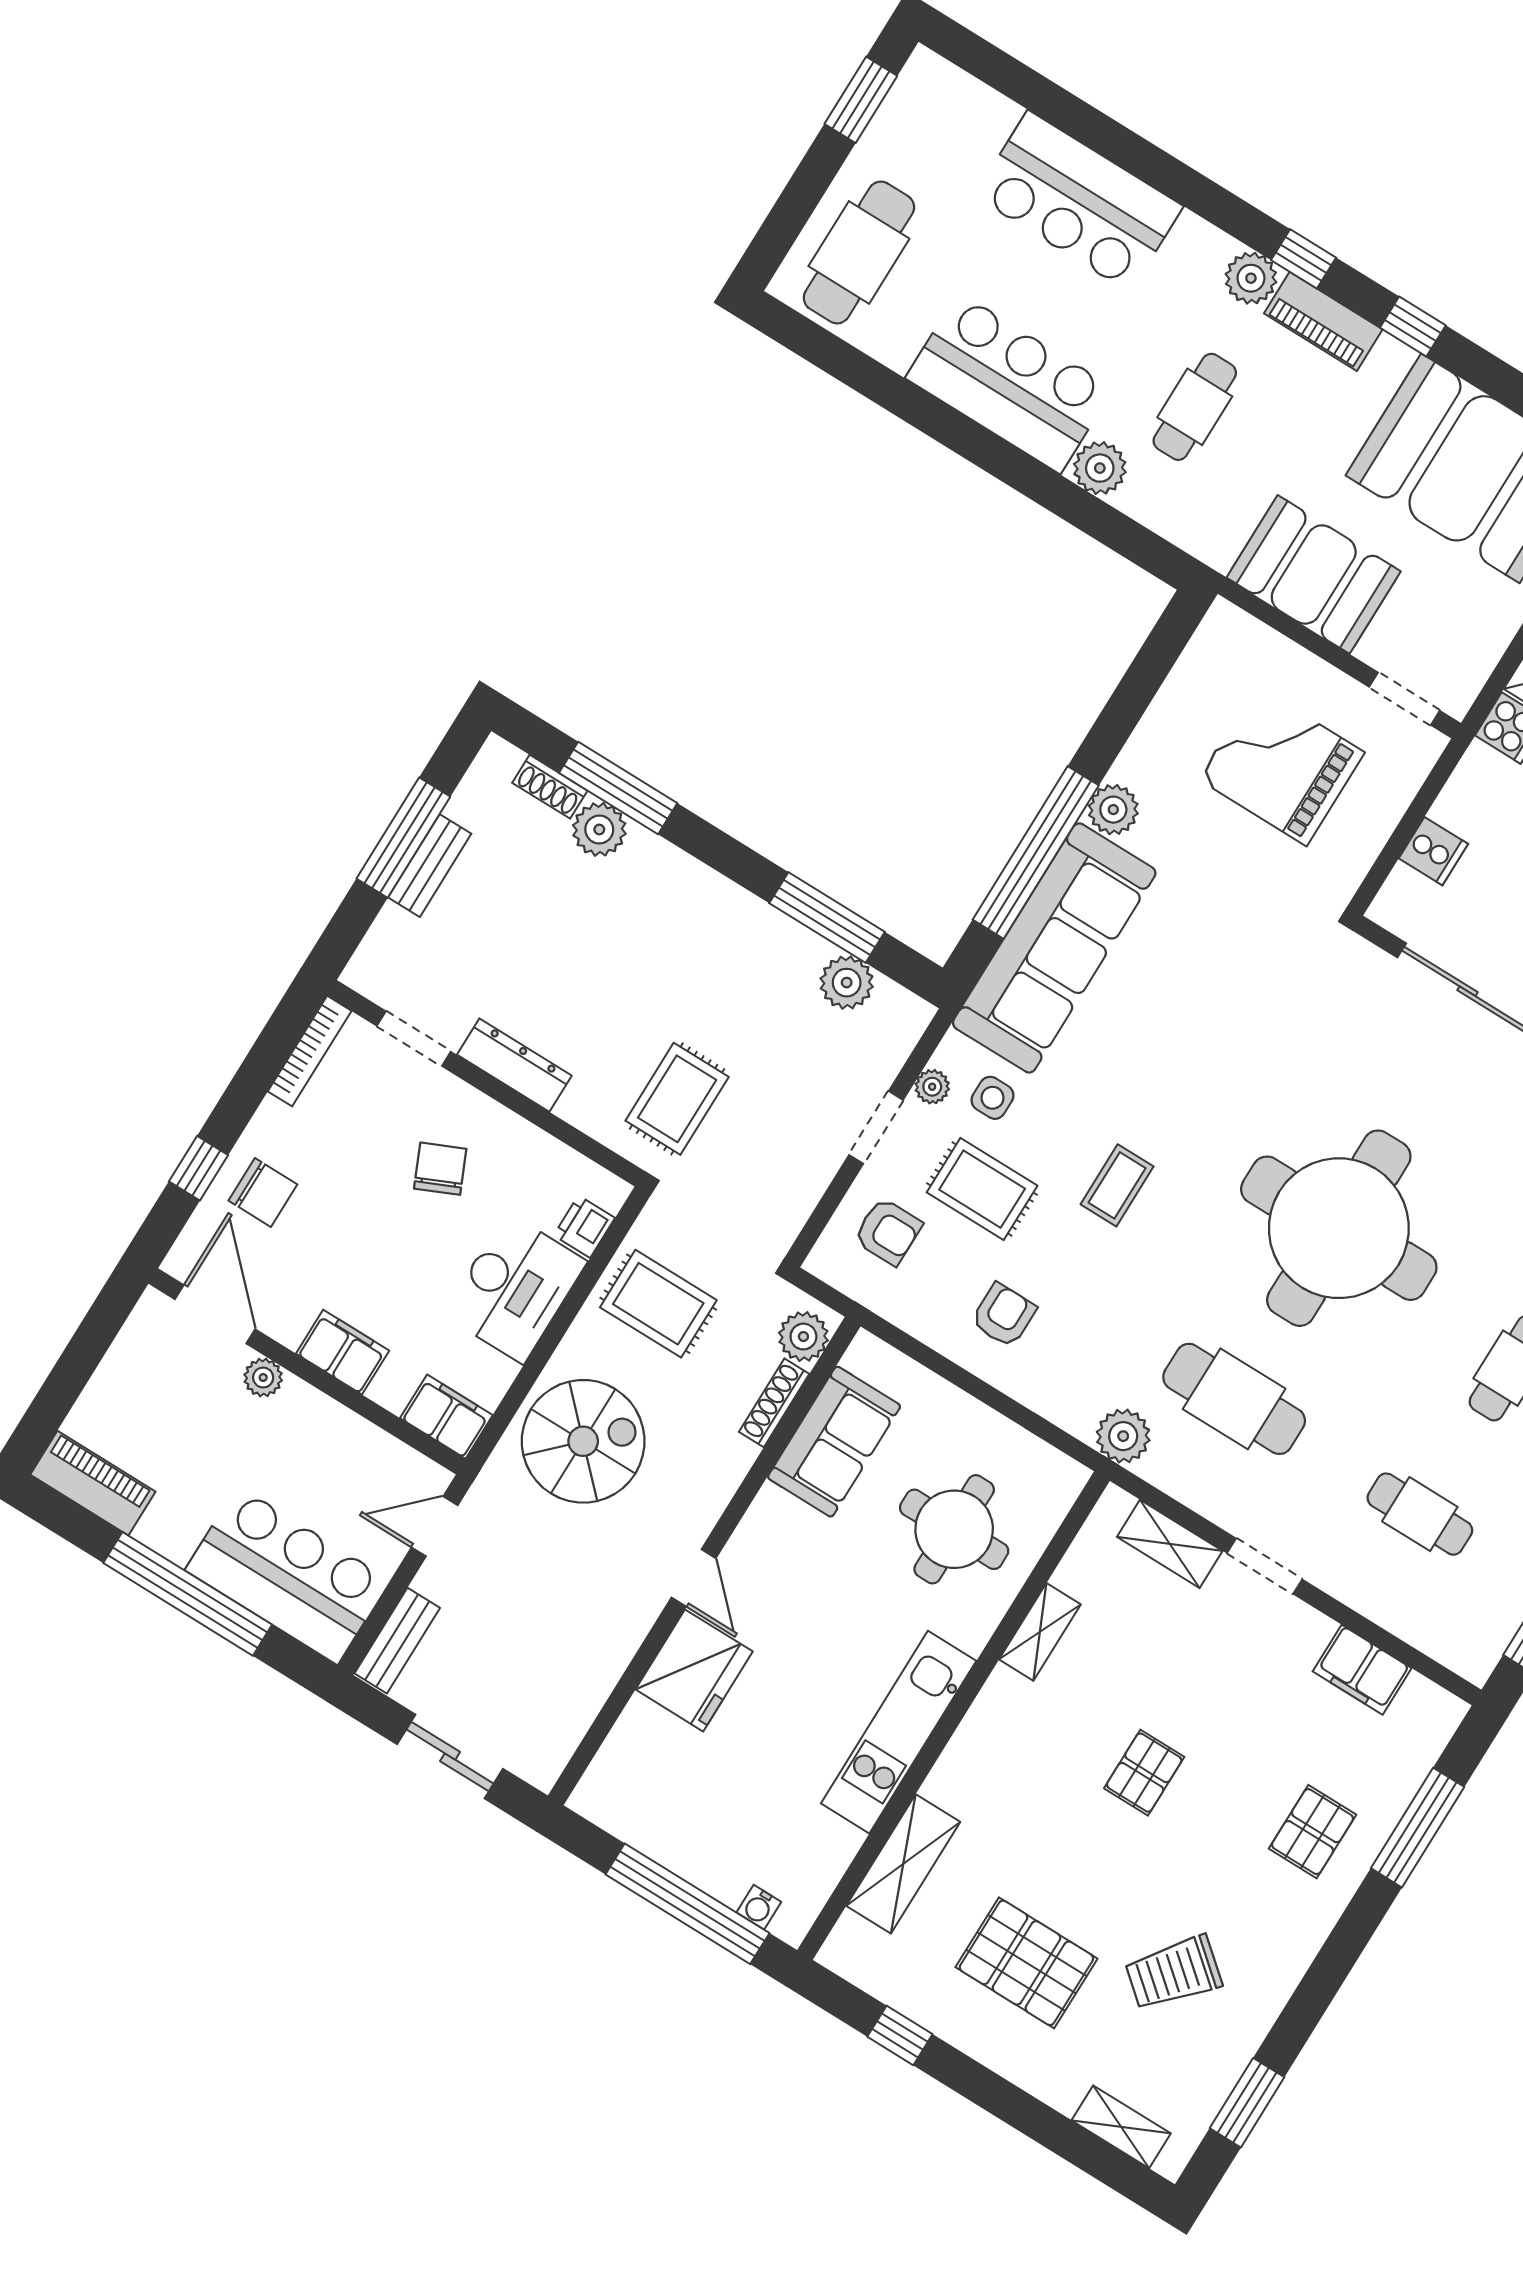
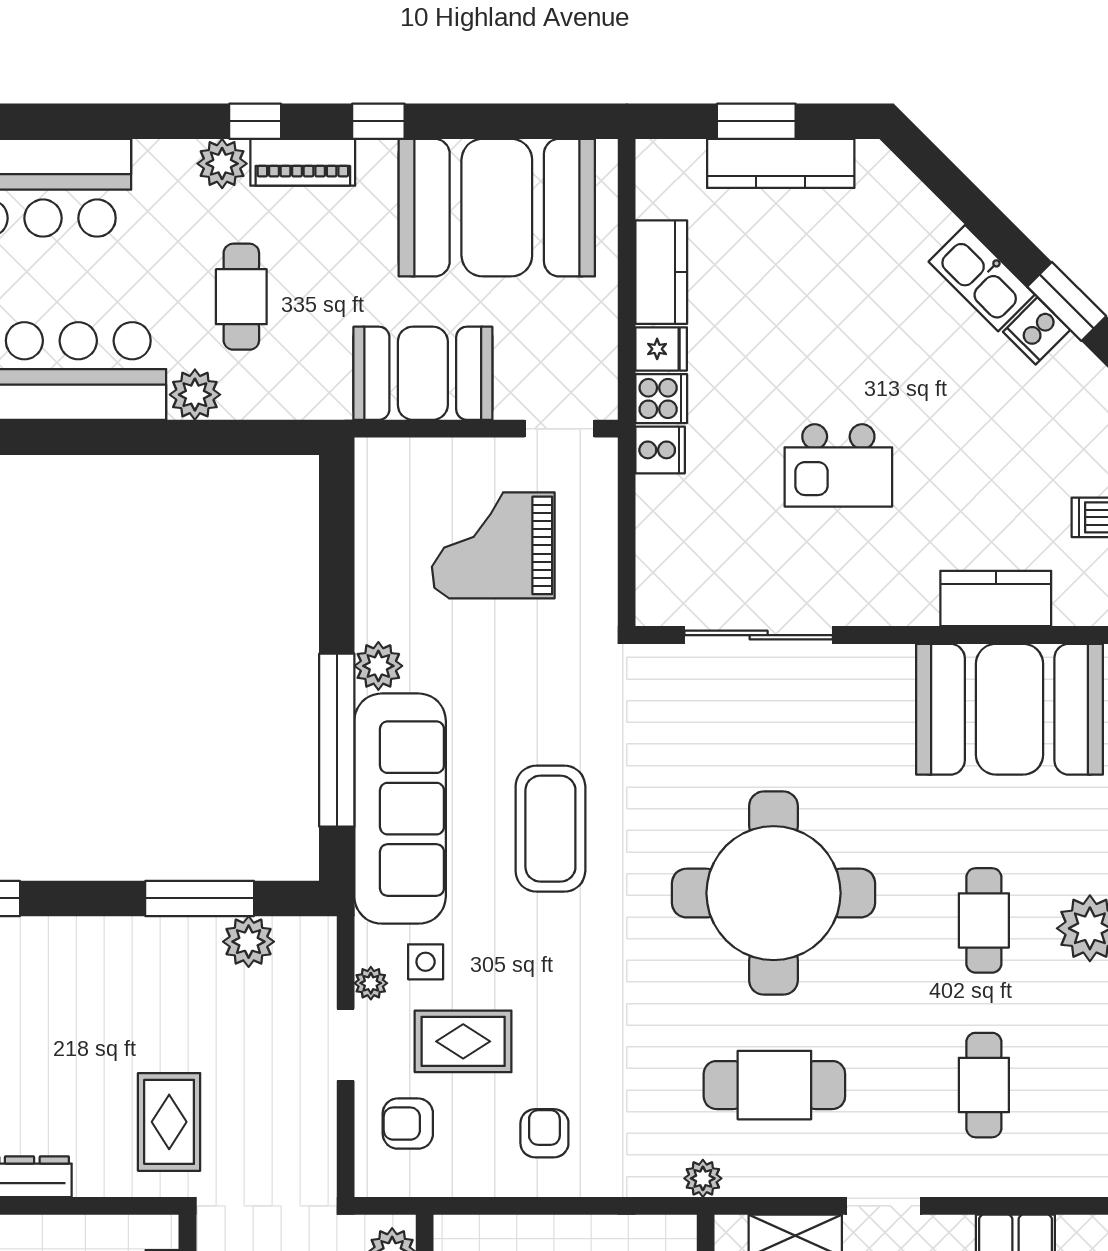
cooker: (1433, 851) -> (660, 450), moved
coffee table: (1117, 1185) -> (550, 829), moved, width x1.86, depth x1.72
armchair: (888, 1232) -> (408, 1124), turned 180
plant: (1123, 1436) -> (703, 1178), width x0.73, depth x0.73
cafe table: (1420, 1514) -> (984, 1085), turned 90

